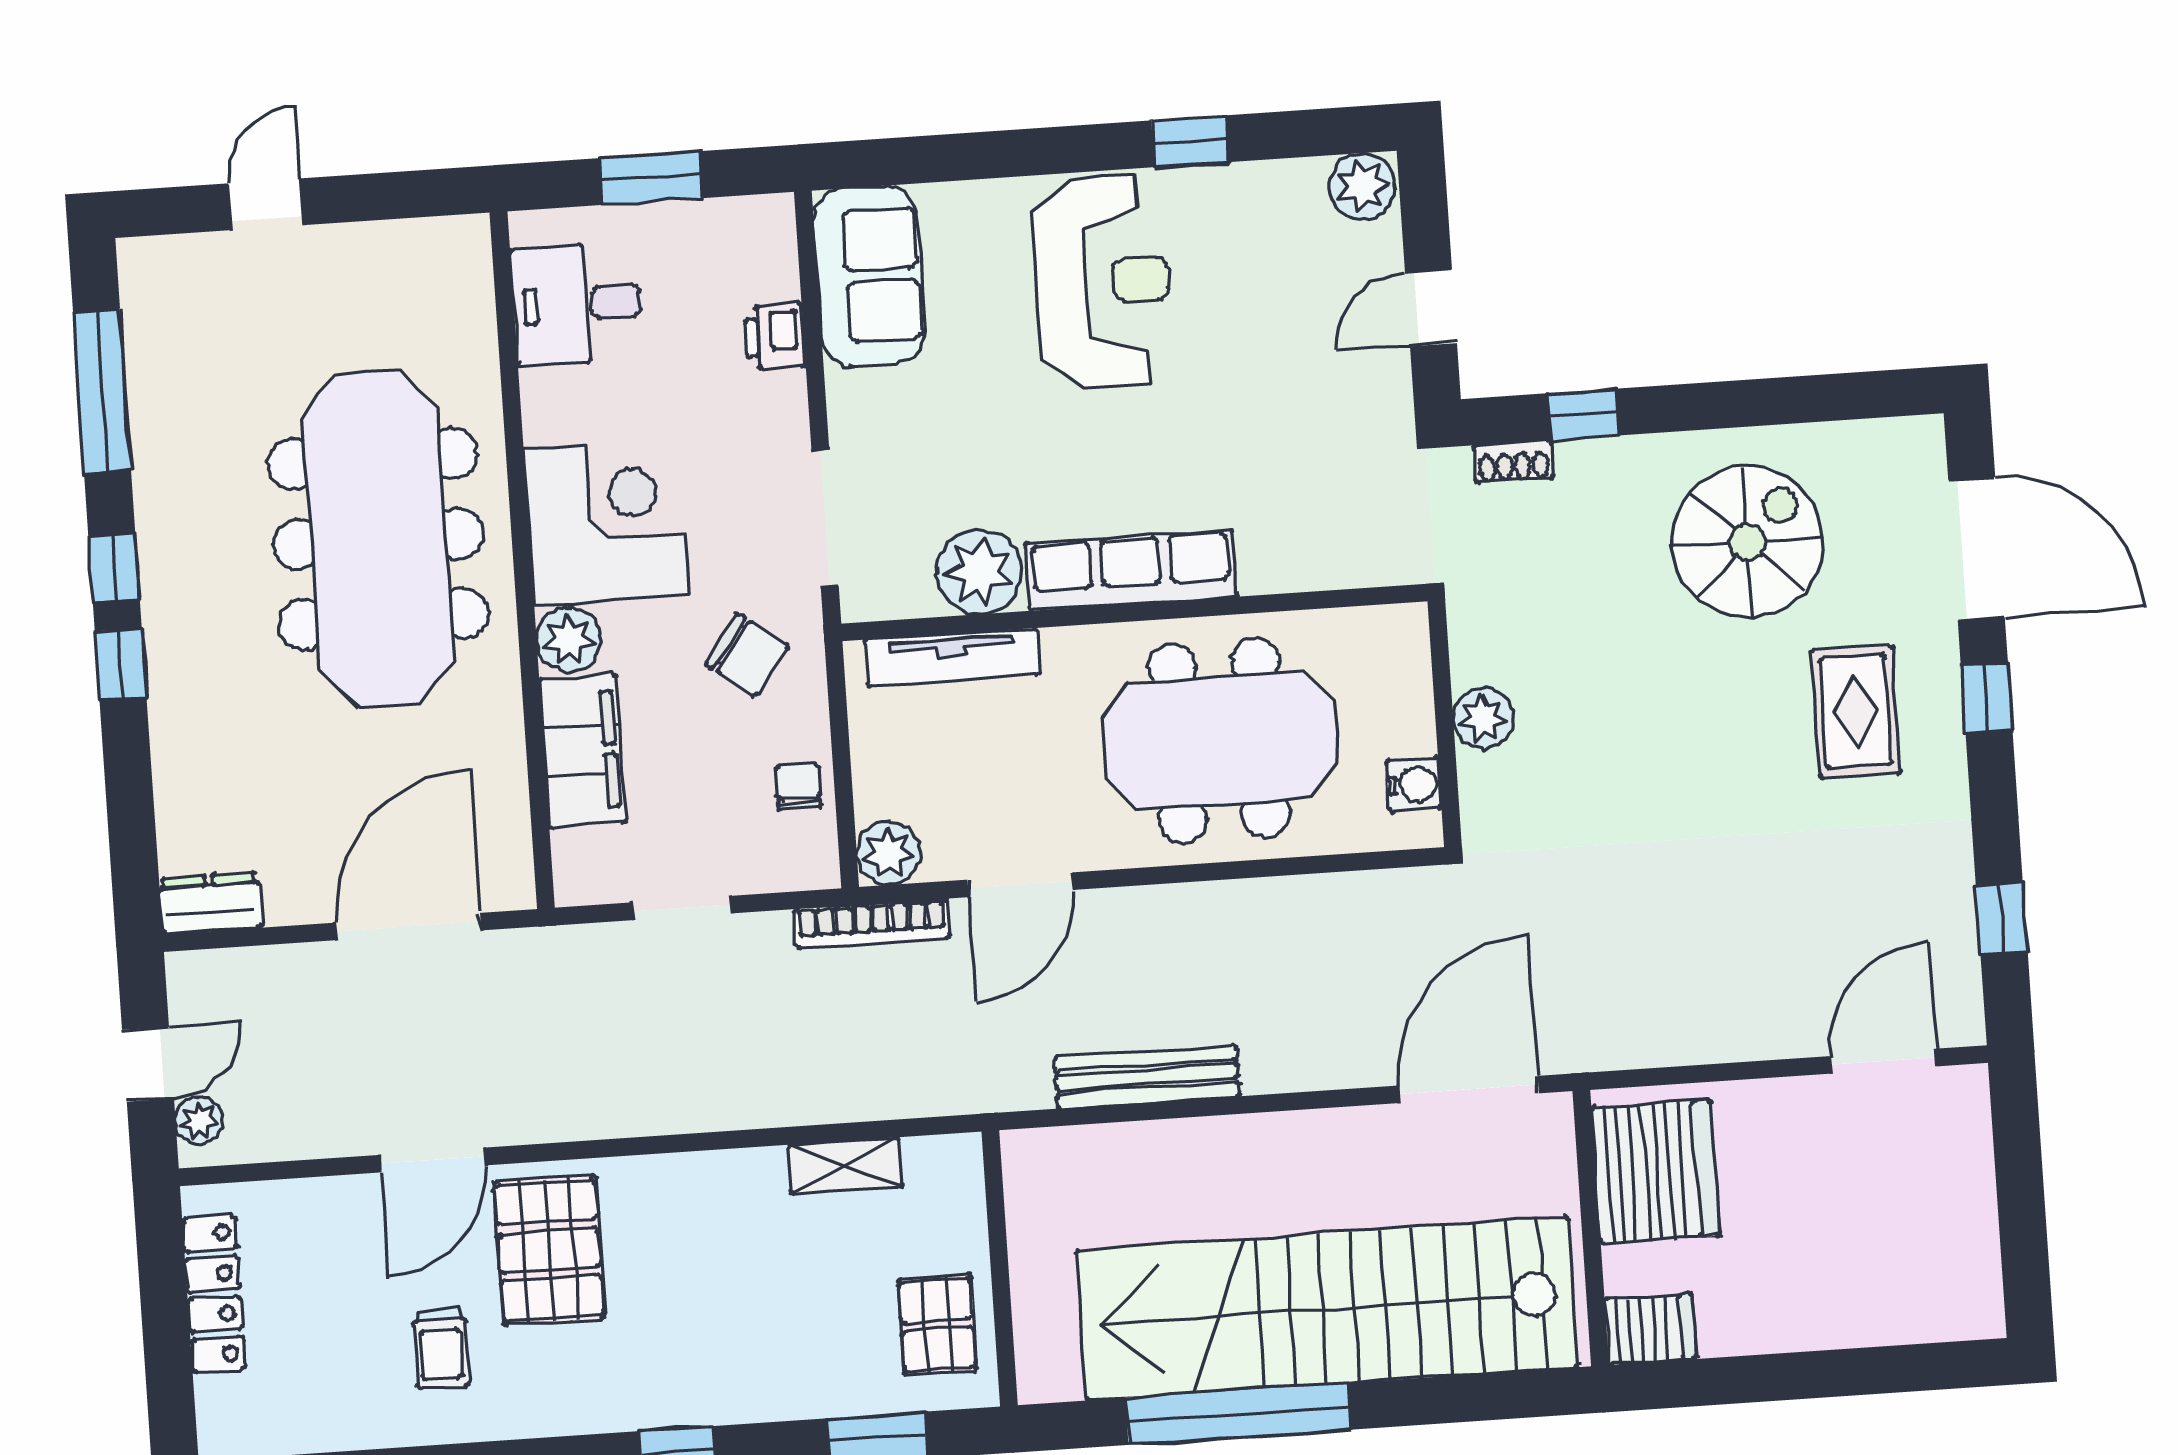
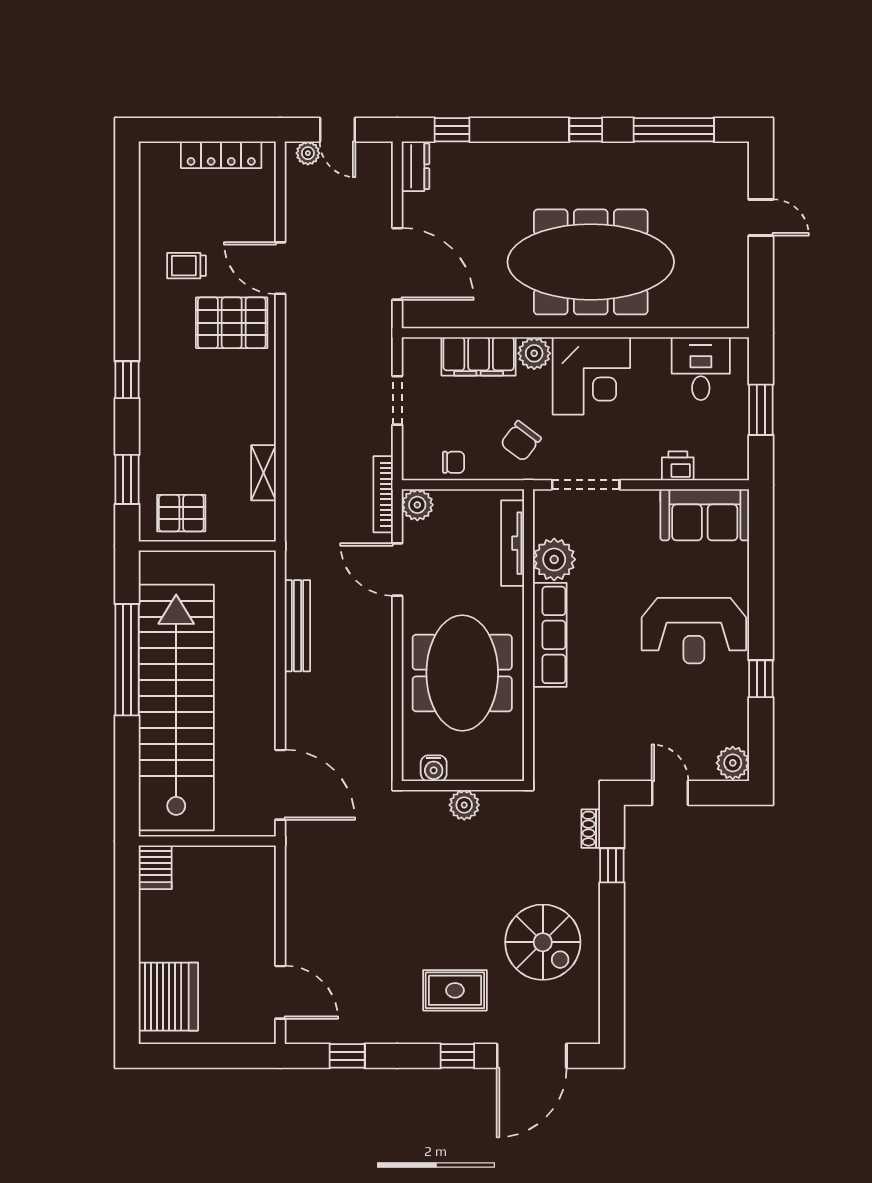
window: (121, 664) -> (452, 130), moved
server rack: (1655, 1172) -> (168, 997), moved, turned -90

